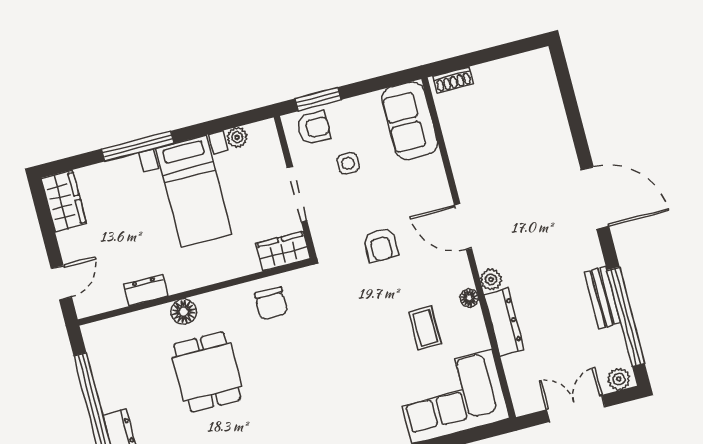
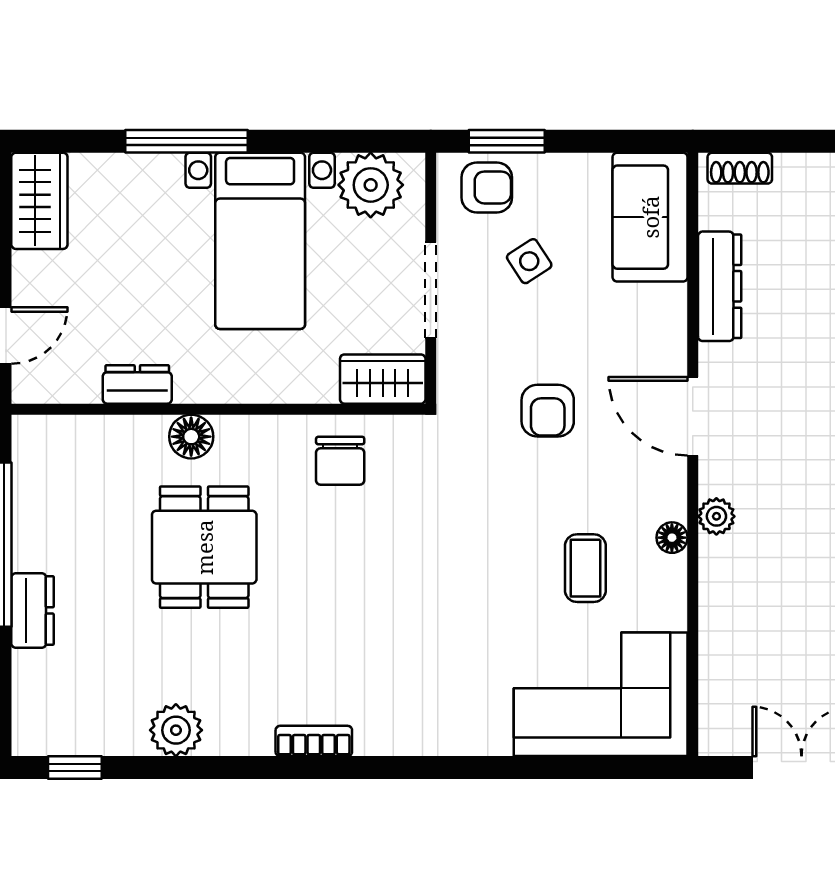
plant: (237, 137) -> (371, 185), width x1.88, depth x1.88
side table: (348, 163) -> (529, 261), turned -33
dresser: (504, 322) -> (720, 286), moved

